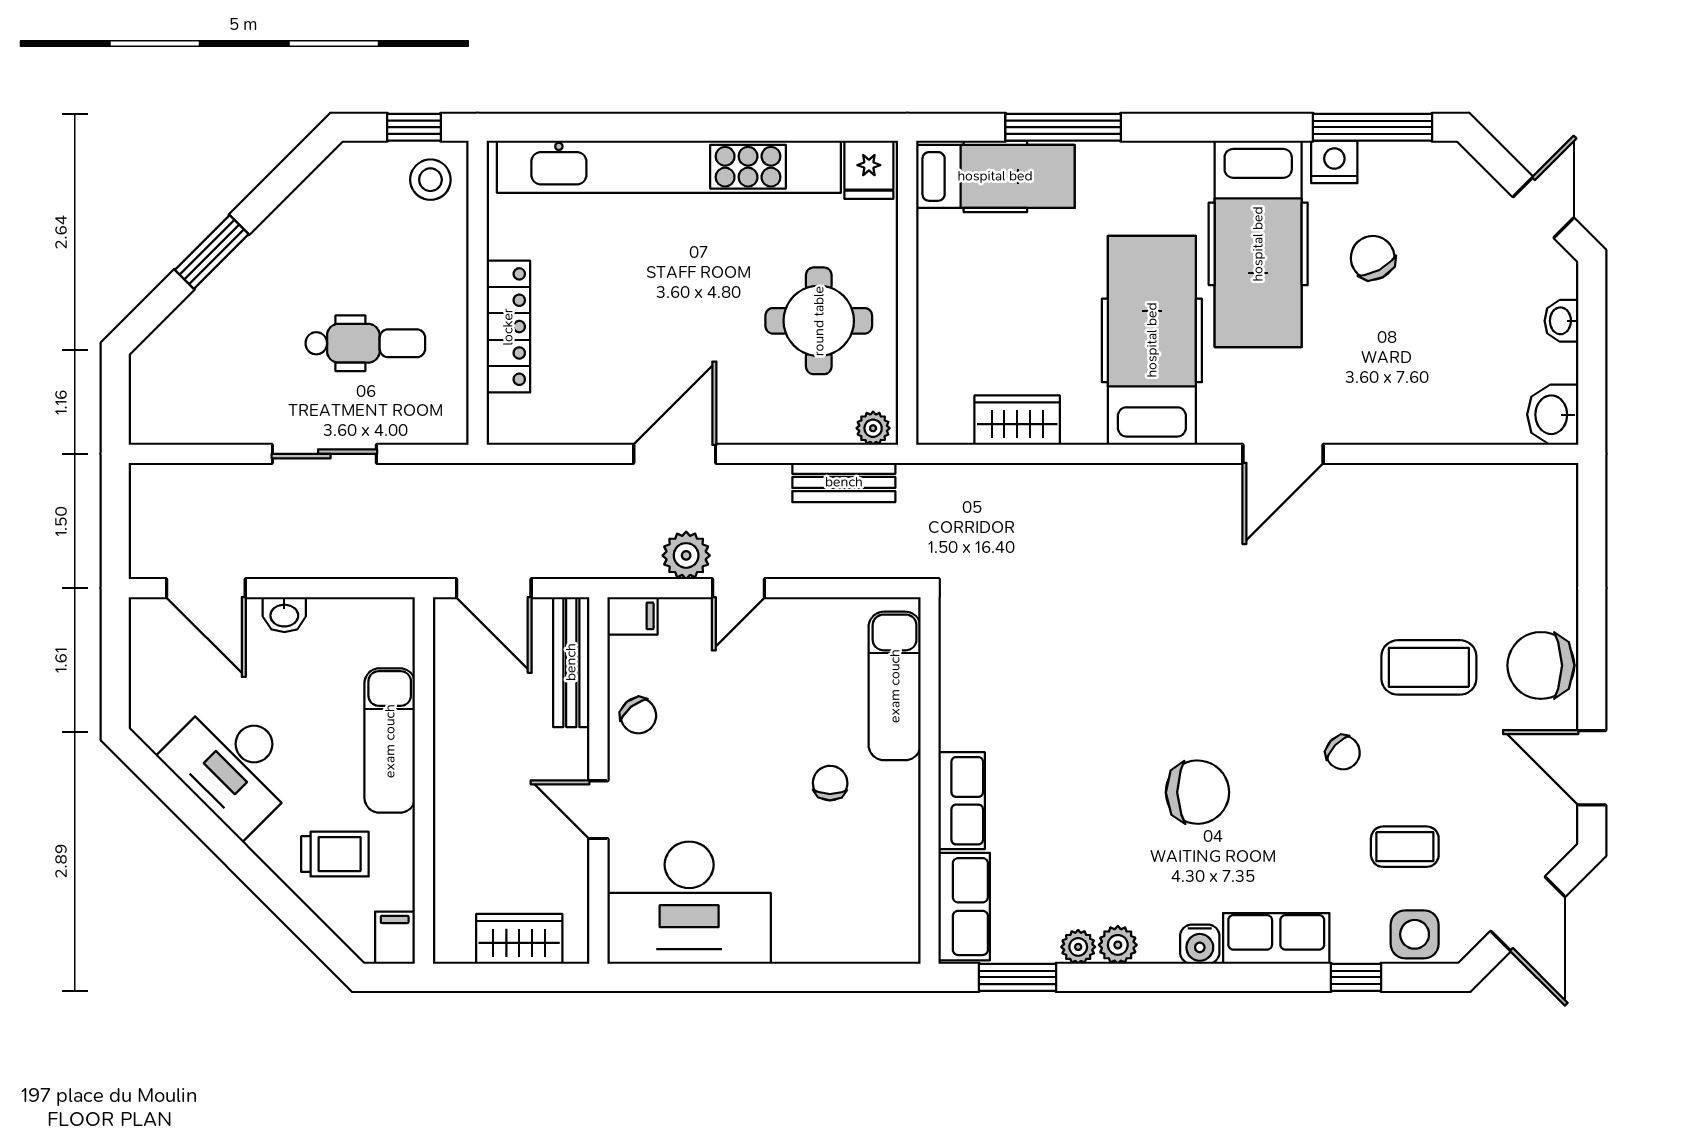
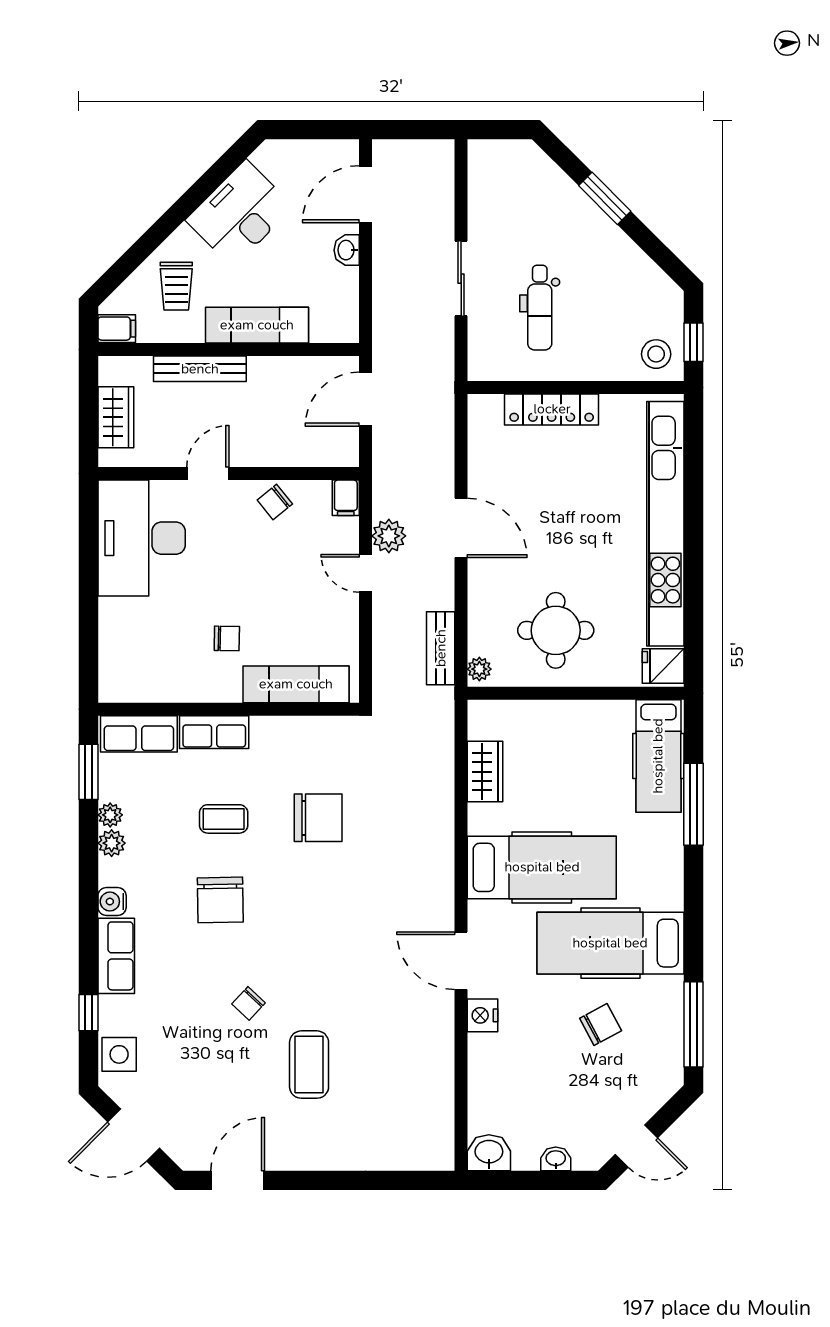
nightstand: (1334, 162) -> (483, 1015), moved, turned 180
bench: (571, 662) -> (200, 369), moved
chair: (1541, 665) -> (318, 818), moved, turned 90
coffee table: (1405, 847) -> (224, 819), moved, turned 90

